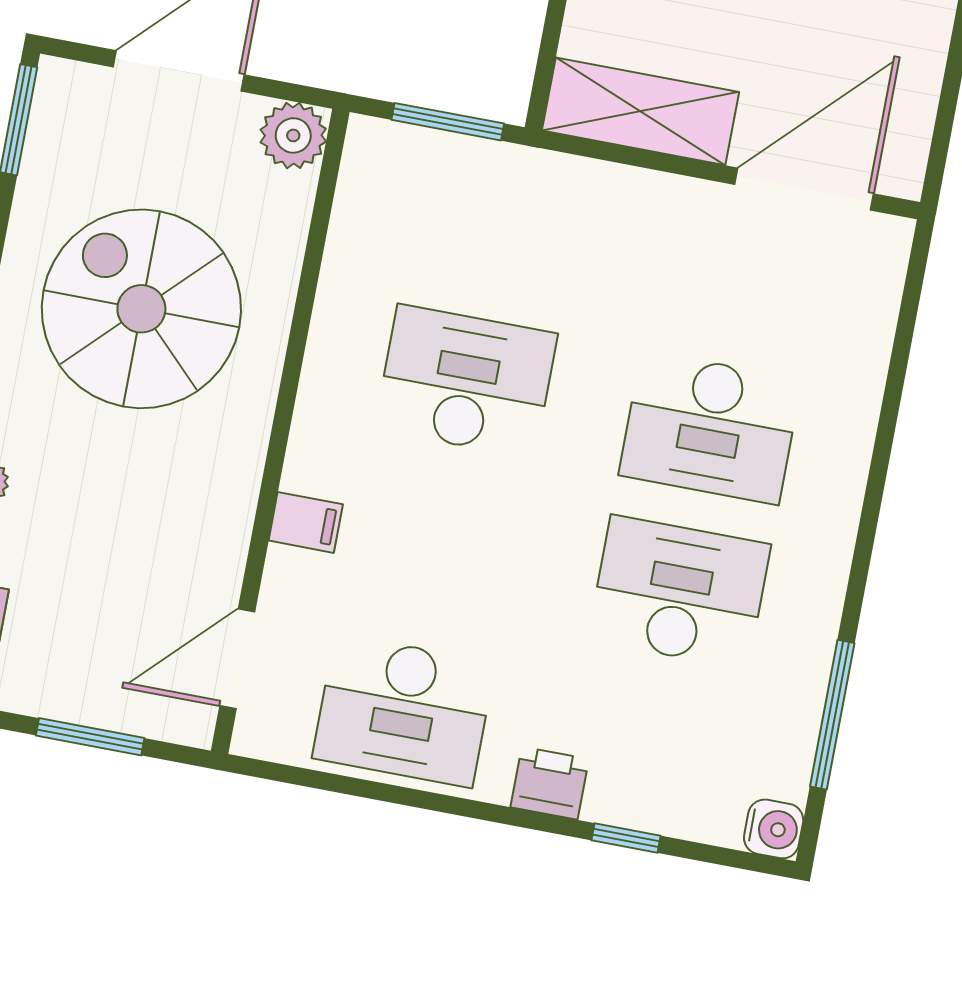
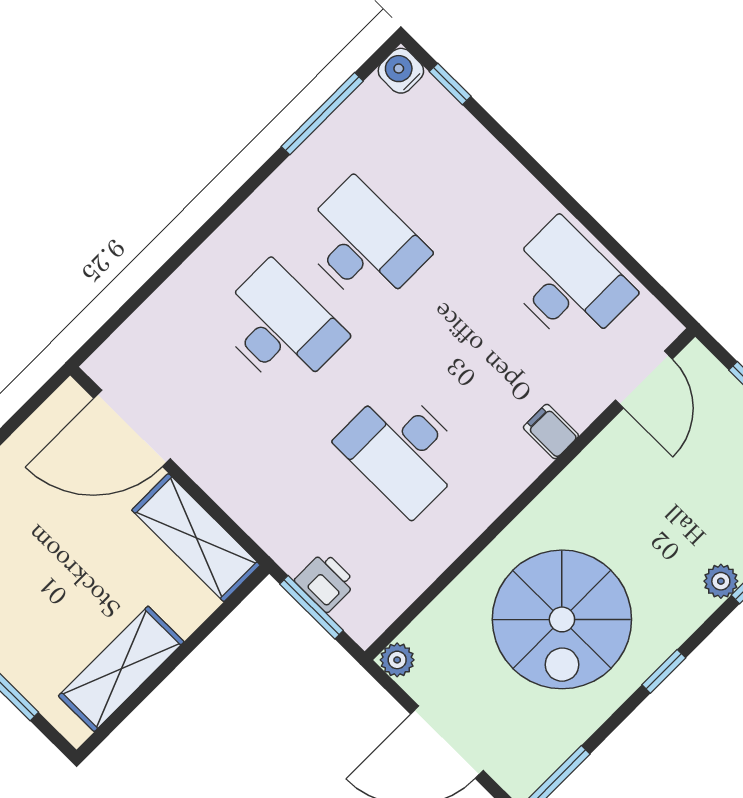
plant: (293, 135) -> (397, 660), width x0.73, depth x0.73
desk: (679, 592) -> (362, 245), turned 180
door: (237, 659) -> (644, 380), hinge flipped
printer: (550, 783) -> (325, 582), moved, turned 180
window: (626, 838) -> (450, 84), moved

